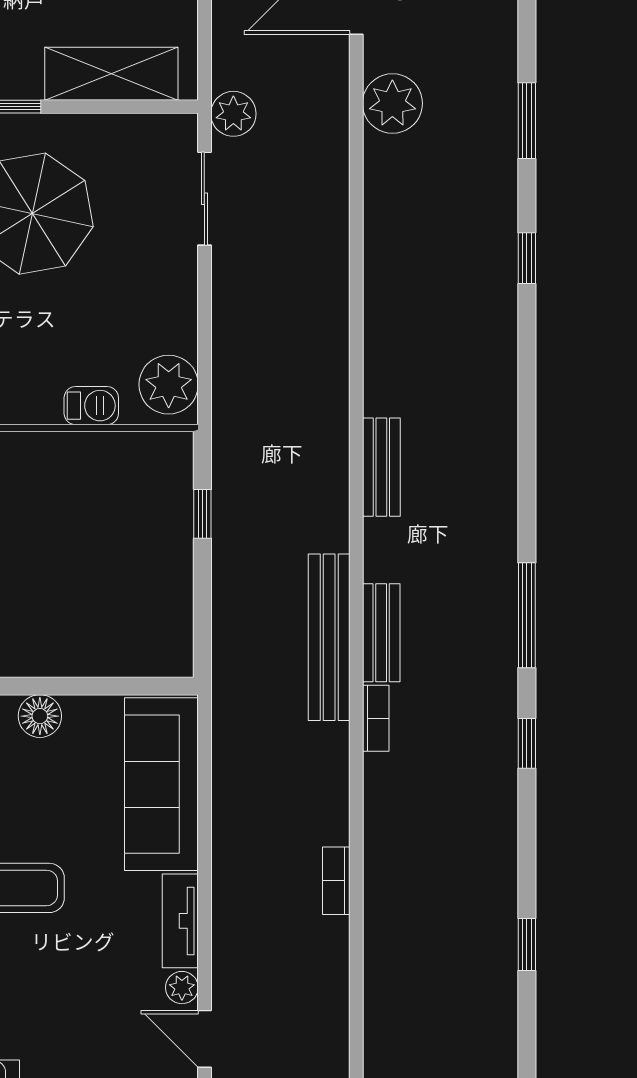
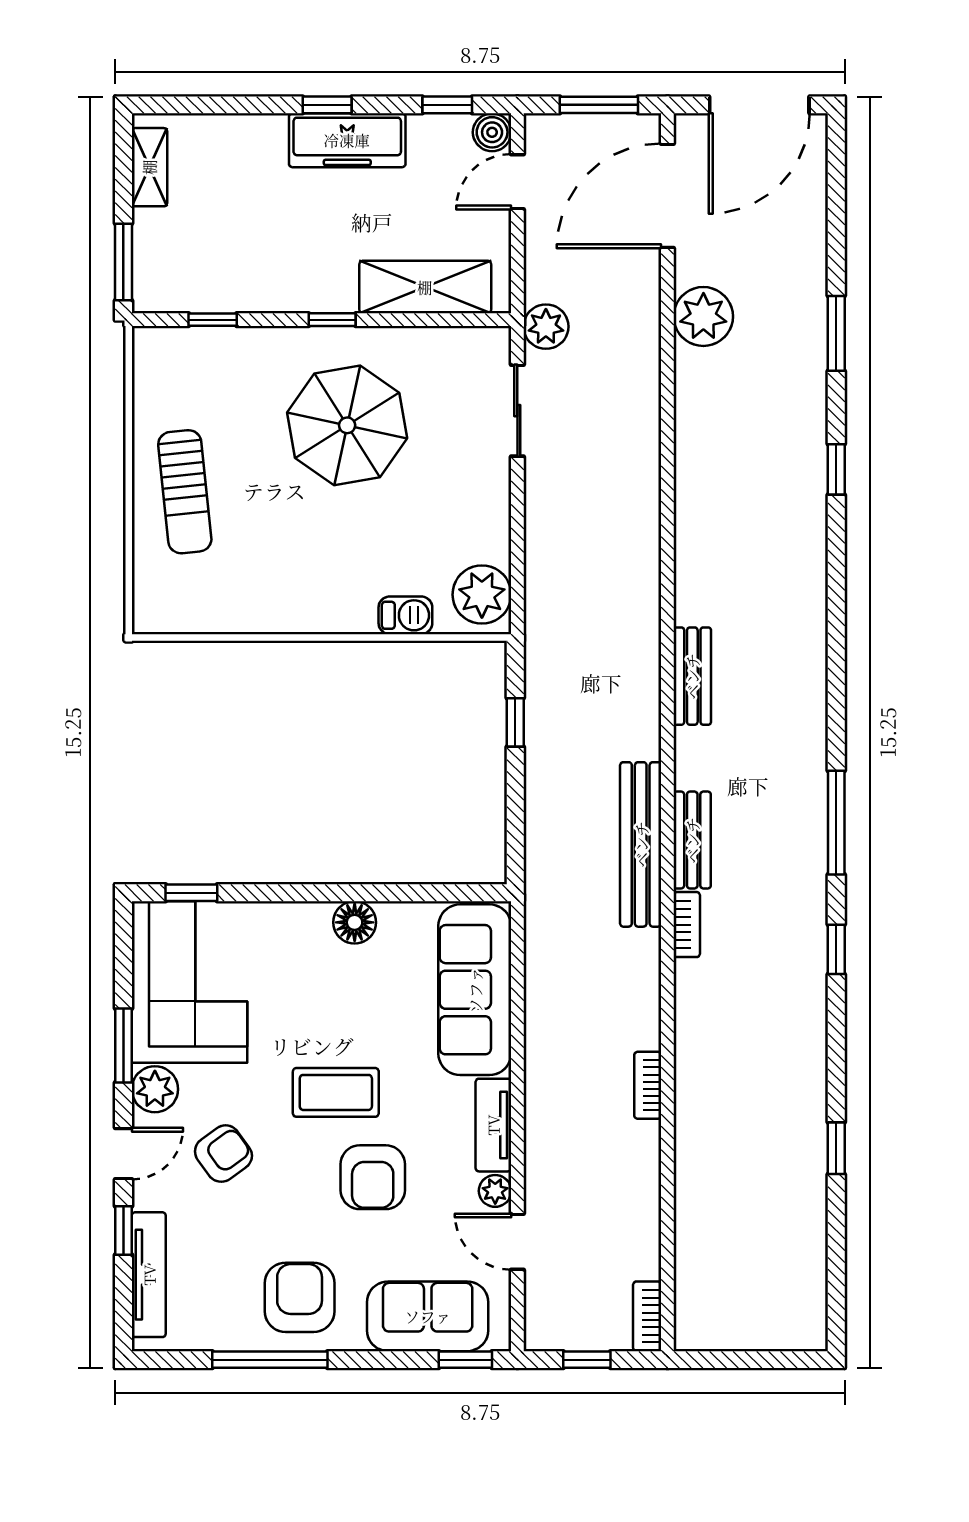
armchair: (58, 974) -> (373, 1177), added

